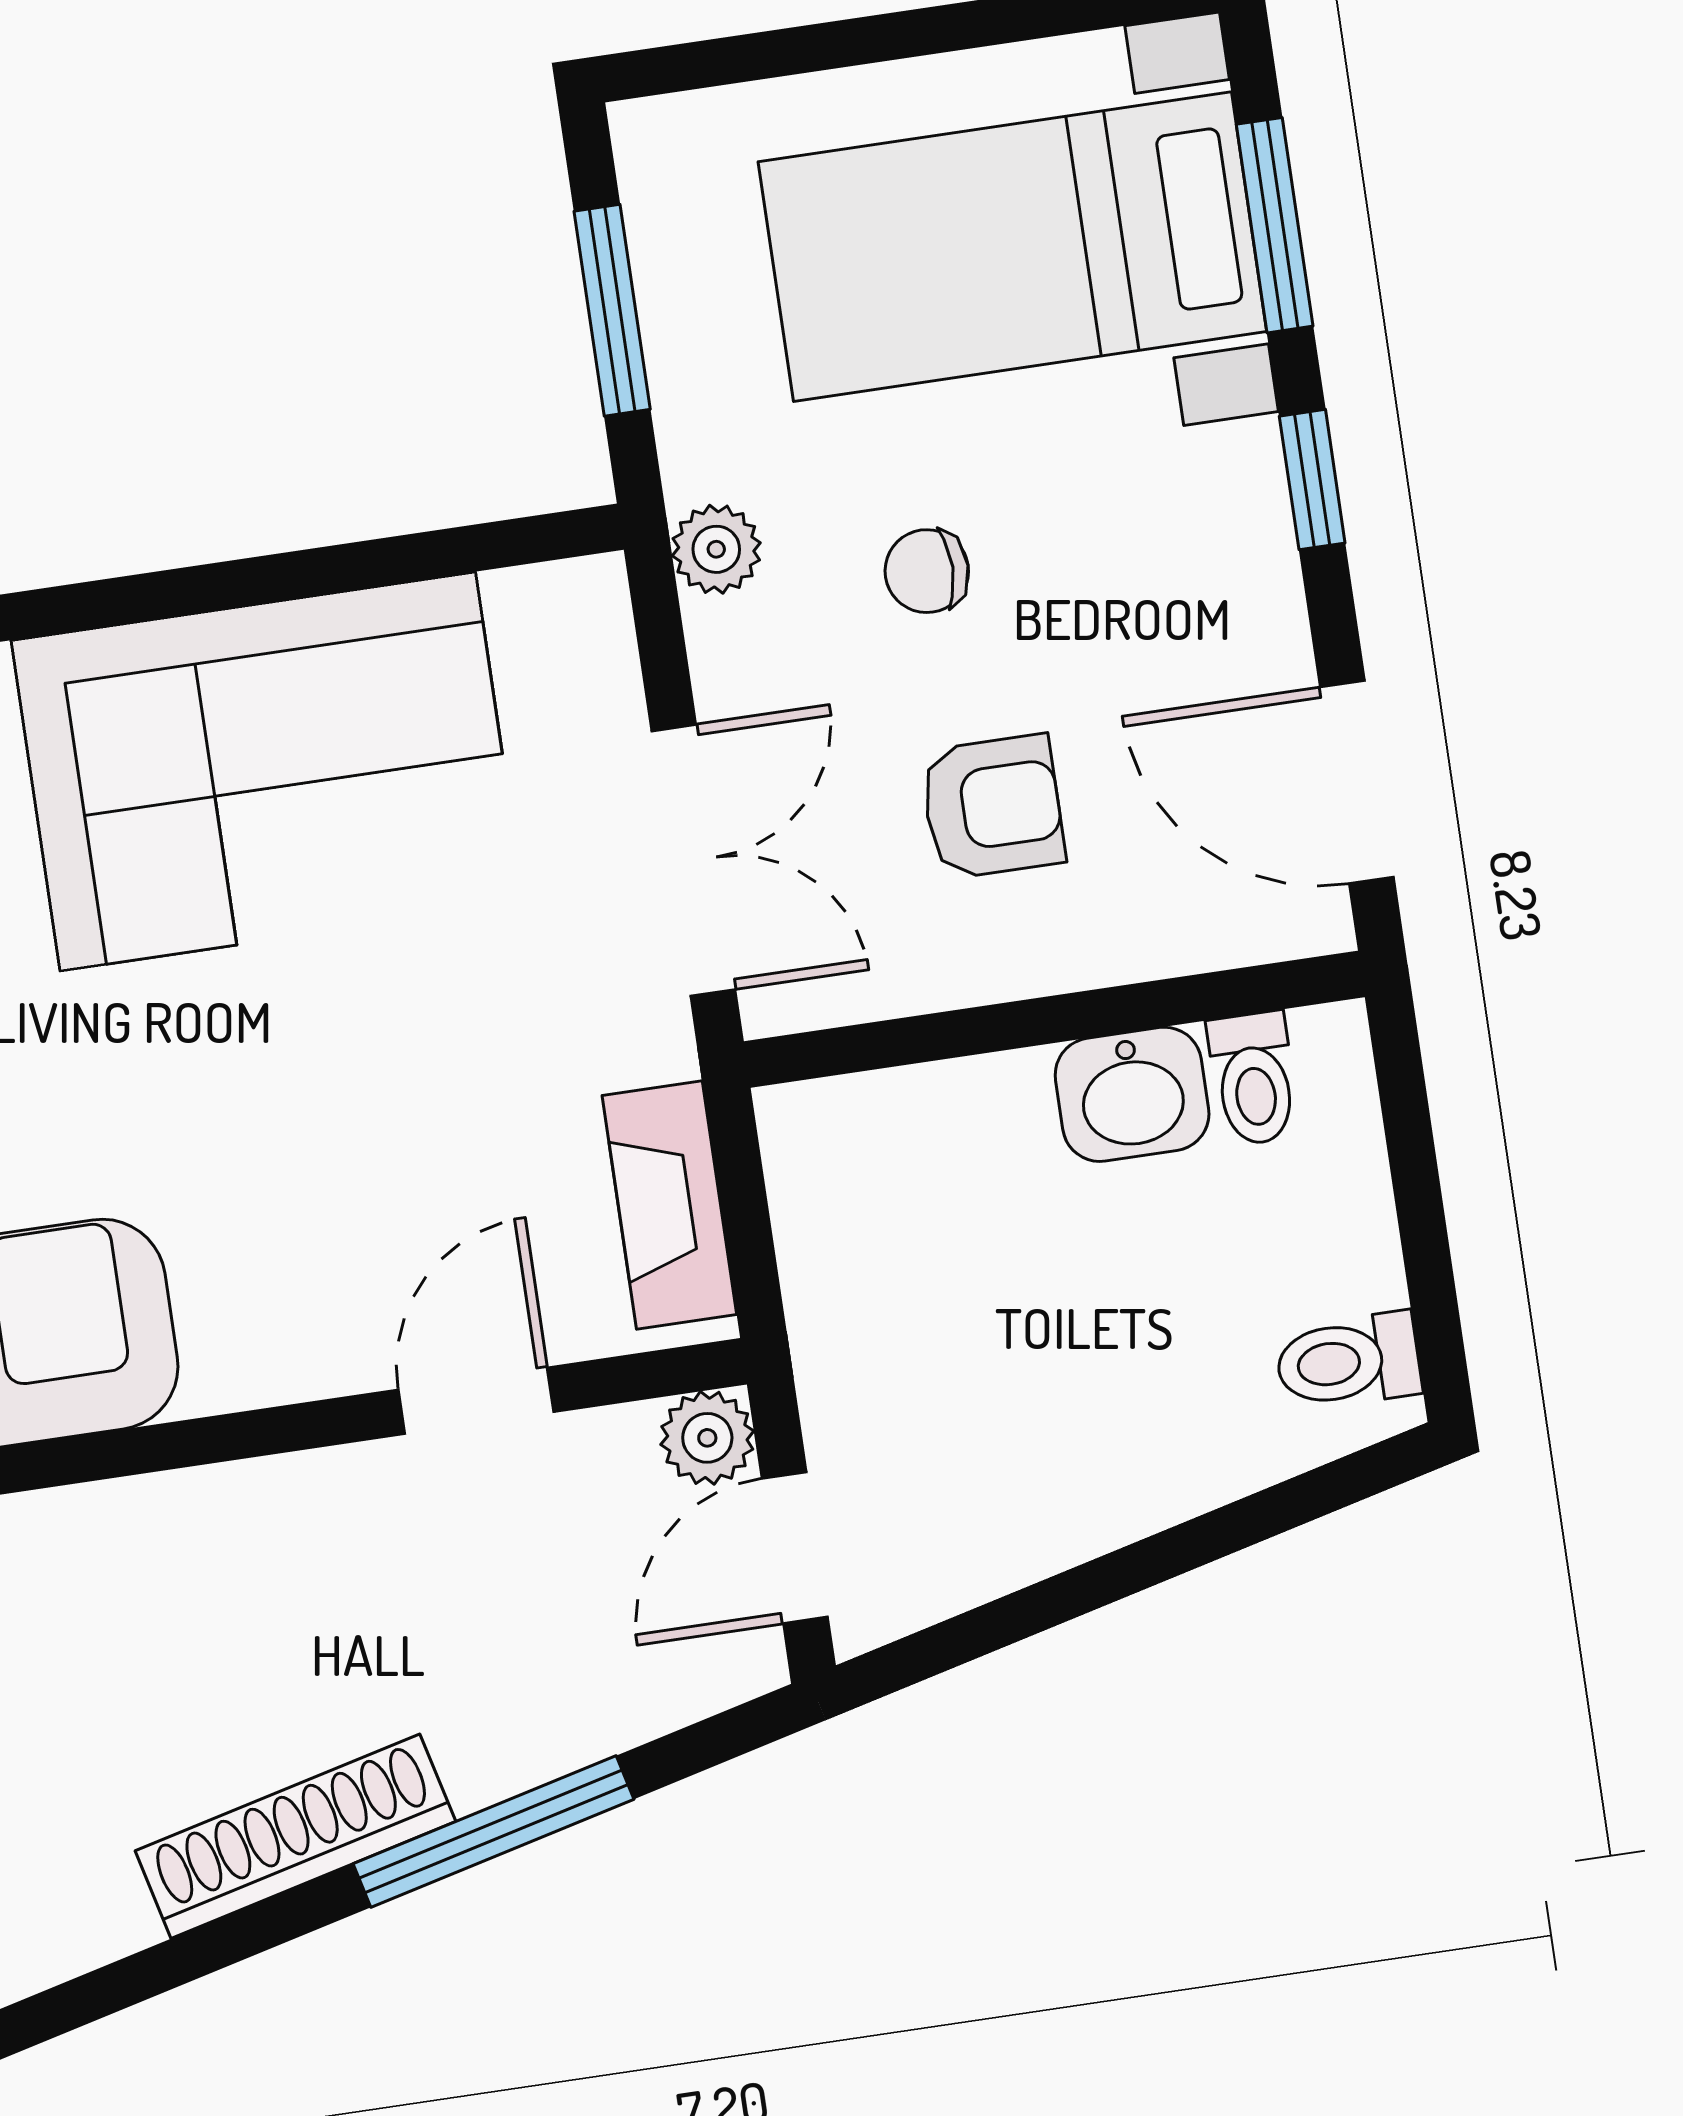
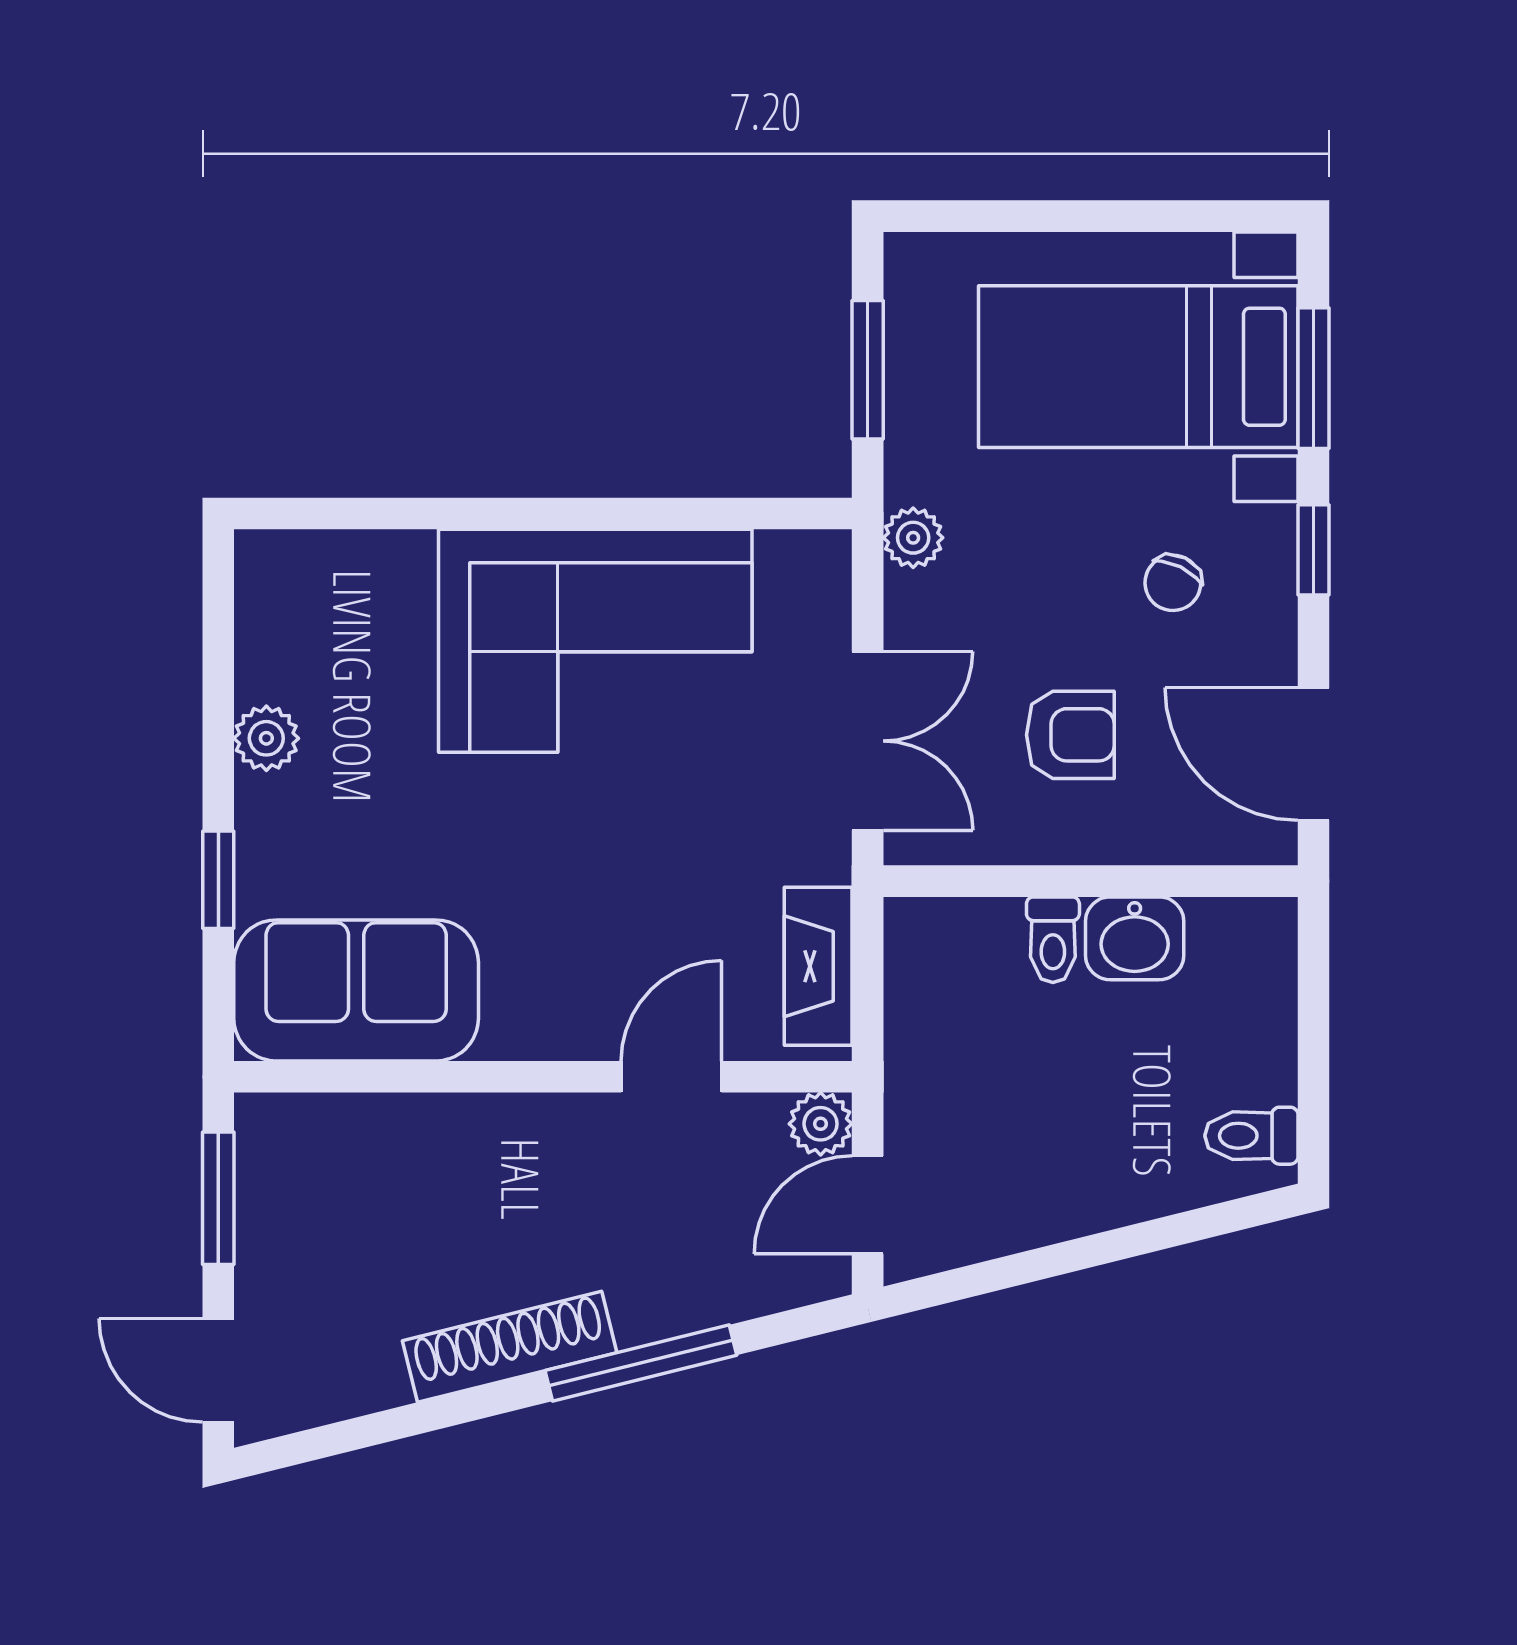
chair: (927, 571) -> (1173, 583), moved, turned -64
toilet: (1253, 1079) -> (1053, 940), moved

